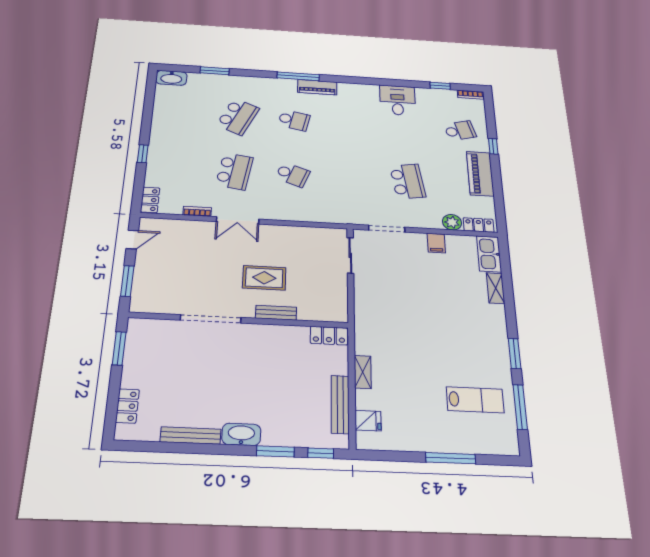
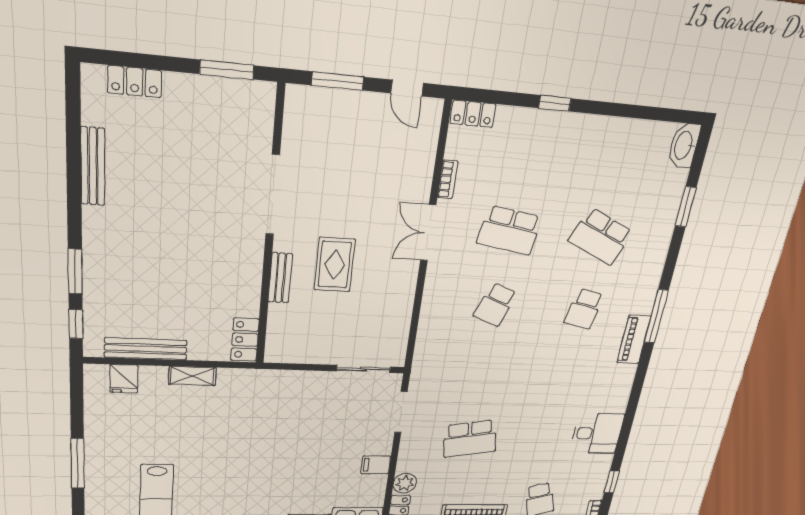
washbasin: (241, 434) -> (98, 231), removed

